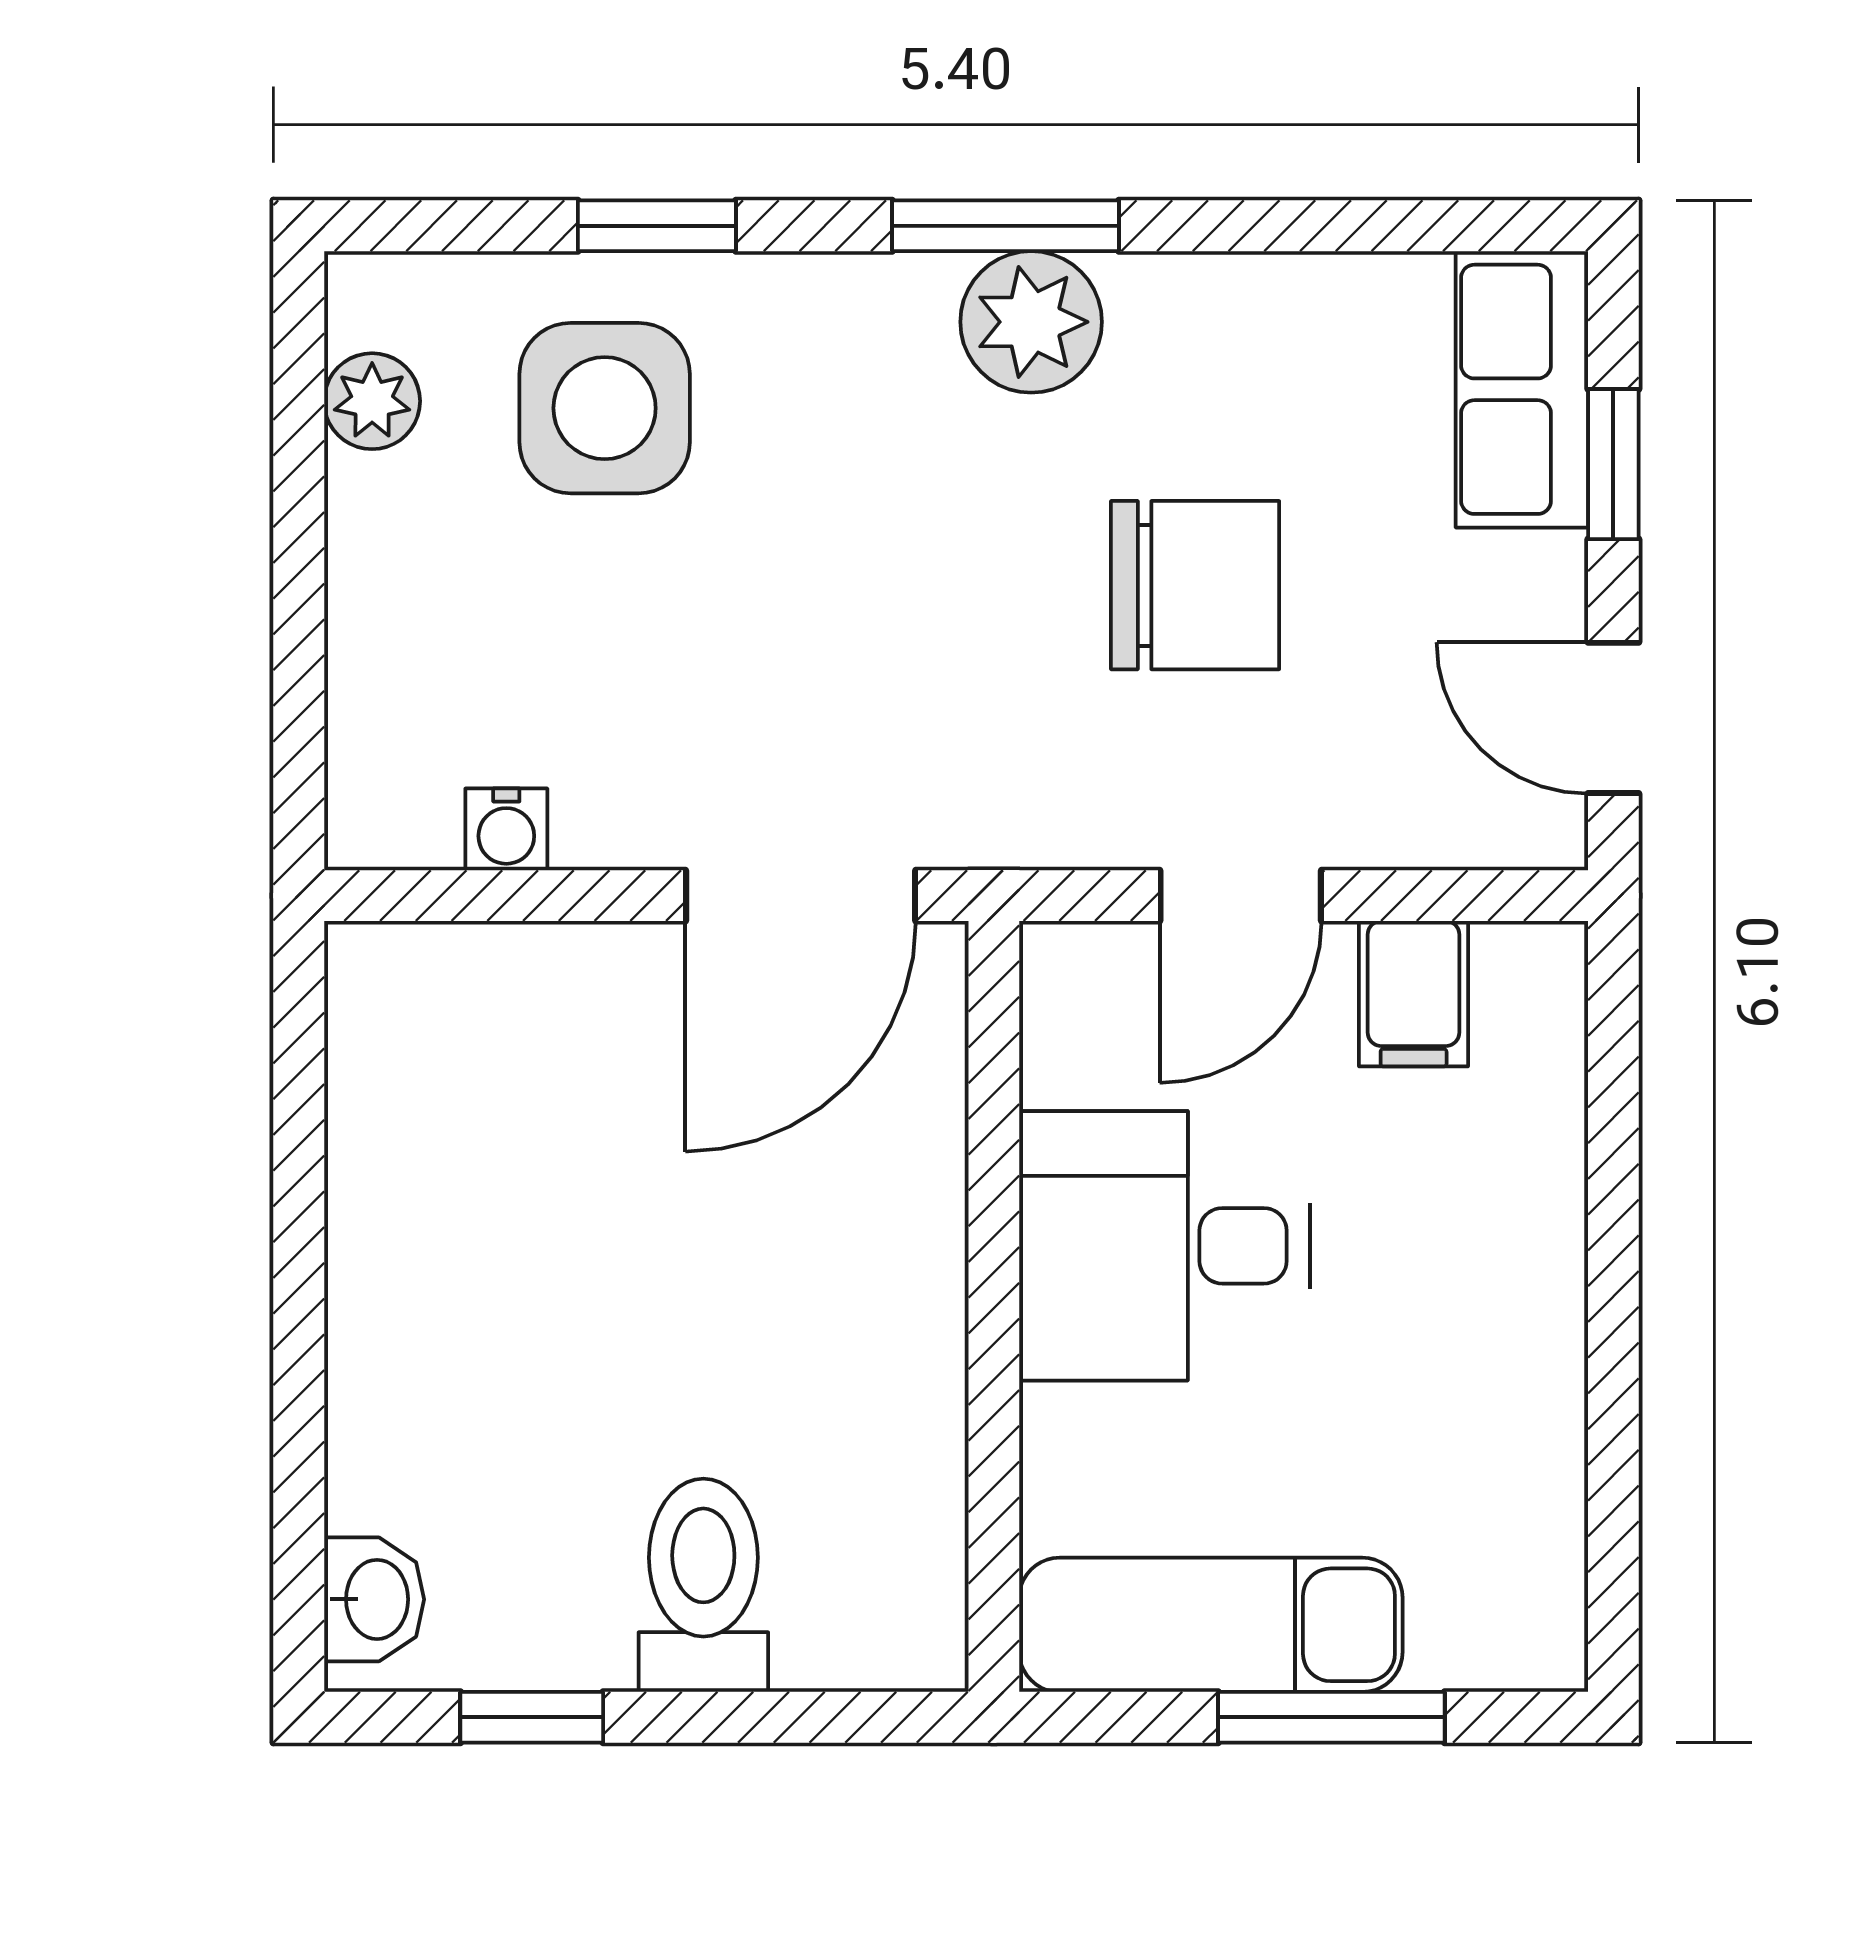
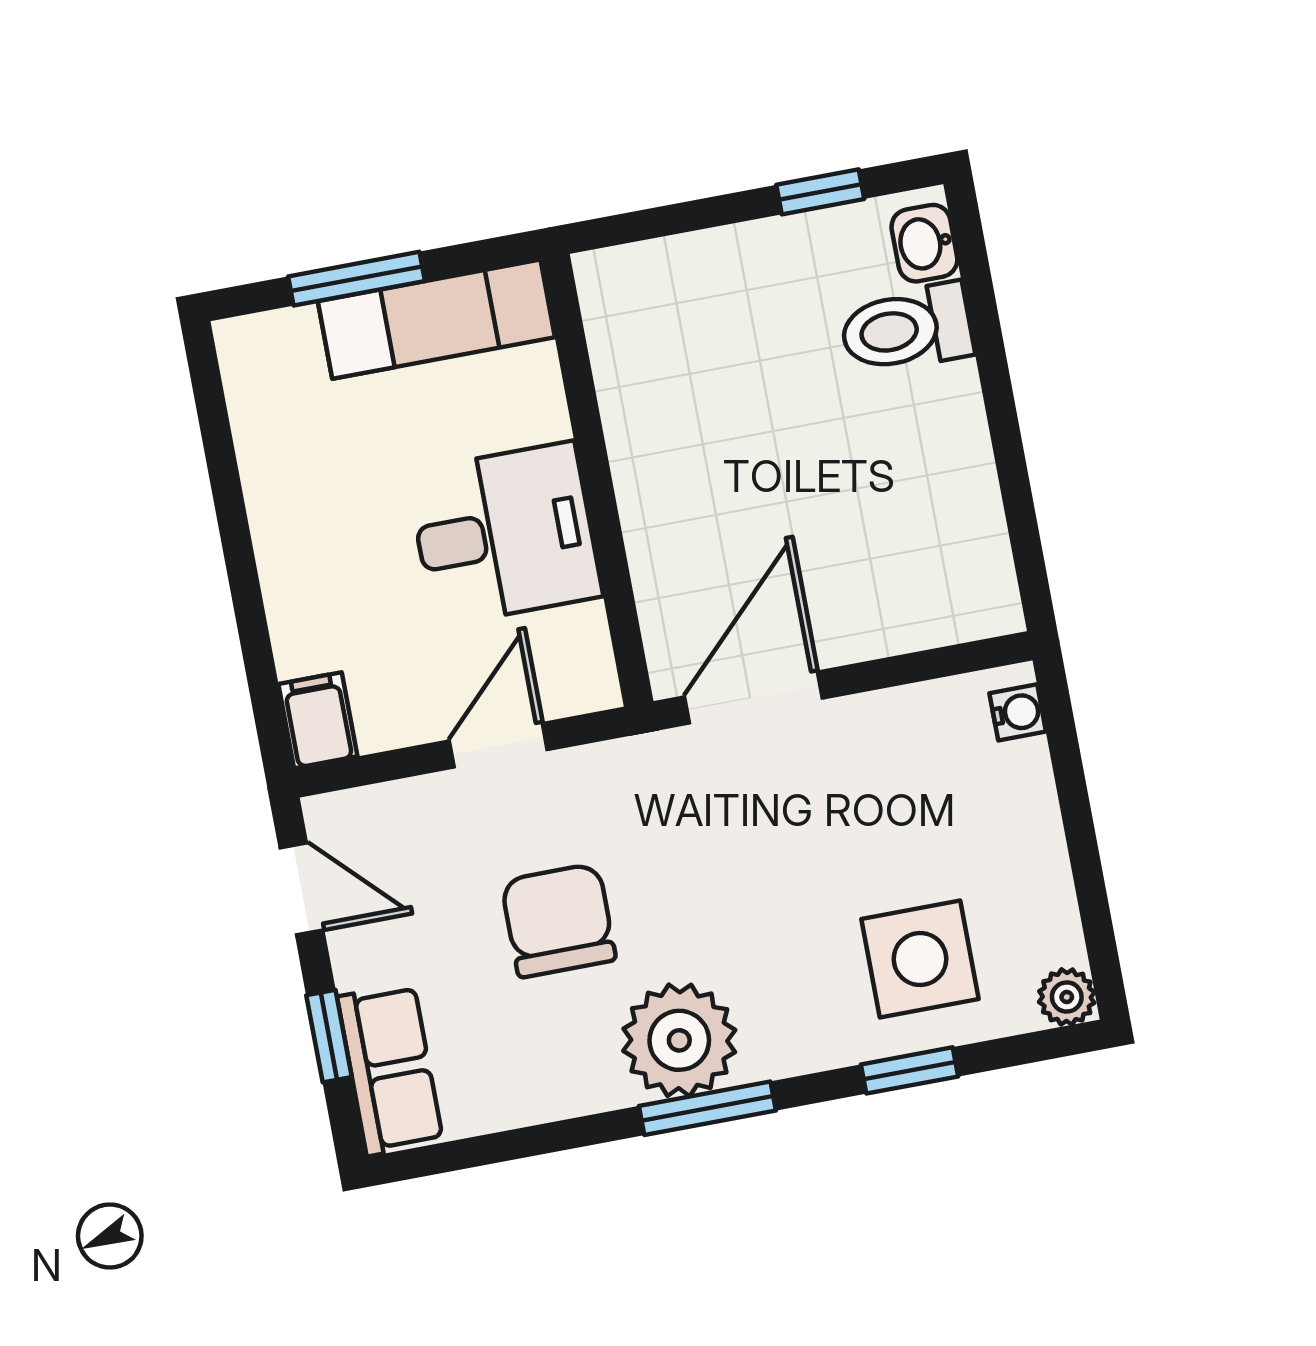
plant: (1031, 322) -> (679, 1040), width x1.36, depth x1.36
plant: (372, 401) -> (1067, 997), moved
chair: (1195, 585) -> (558, 920), turned 90
water cooler: (506, 829) -> (1018, 712), moved, turned 90
filing cabinet: (1414, 994) -> (318, 720), moved
toilet: (703, 1585) -> (906, 329), moved, turned 90

